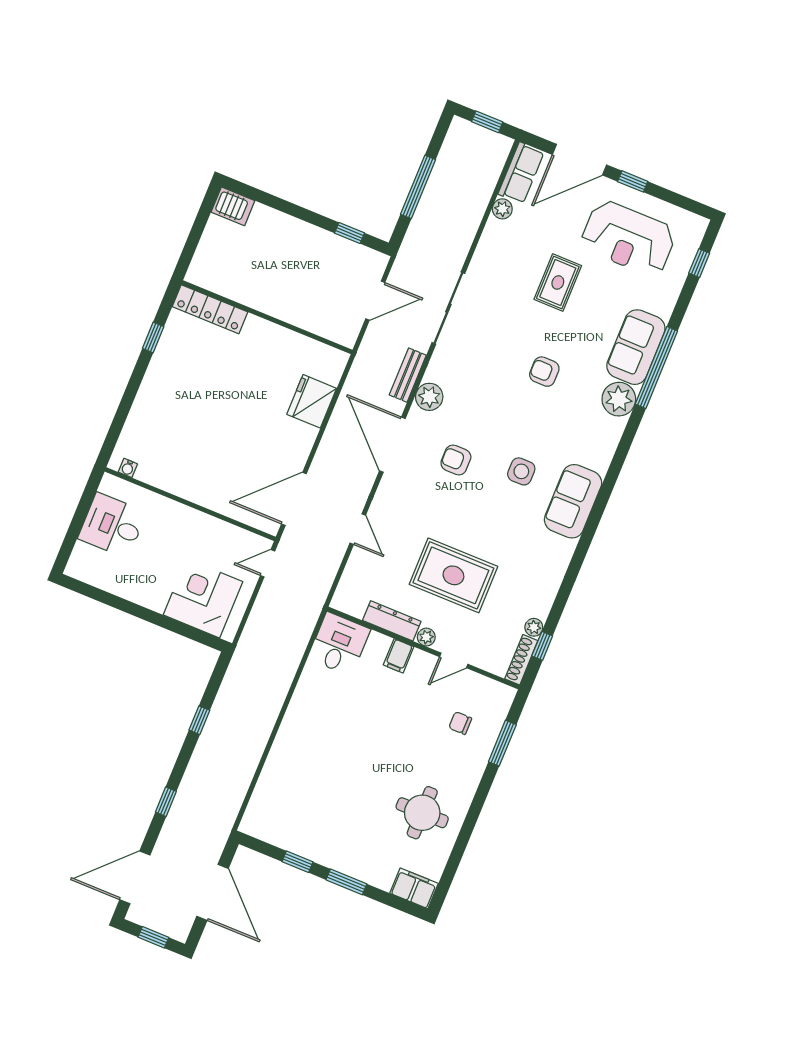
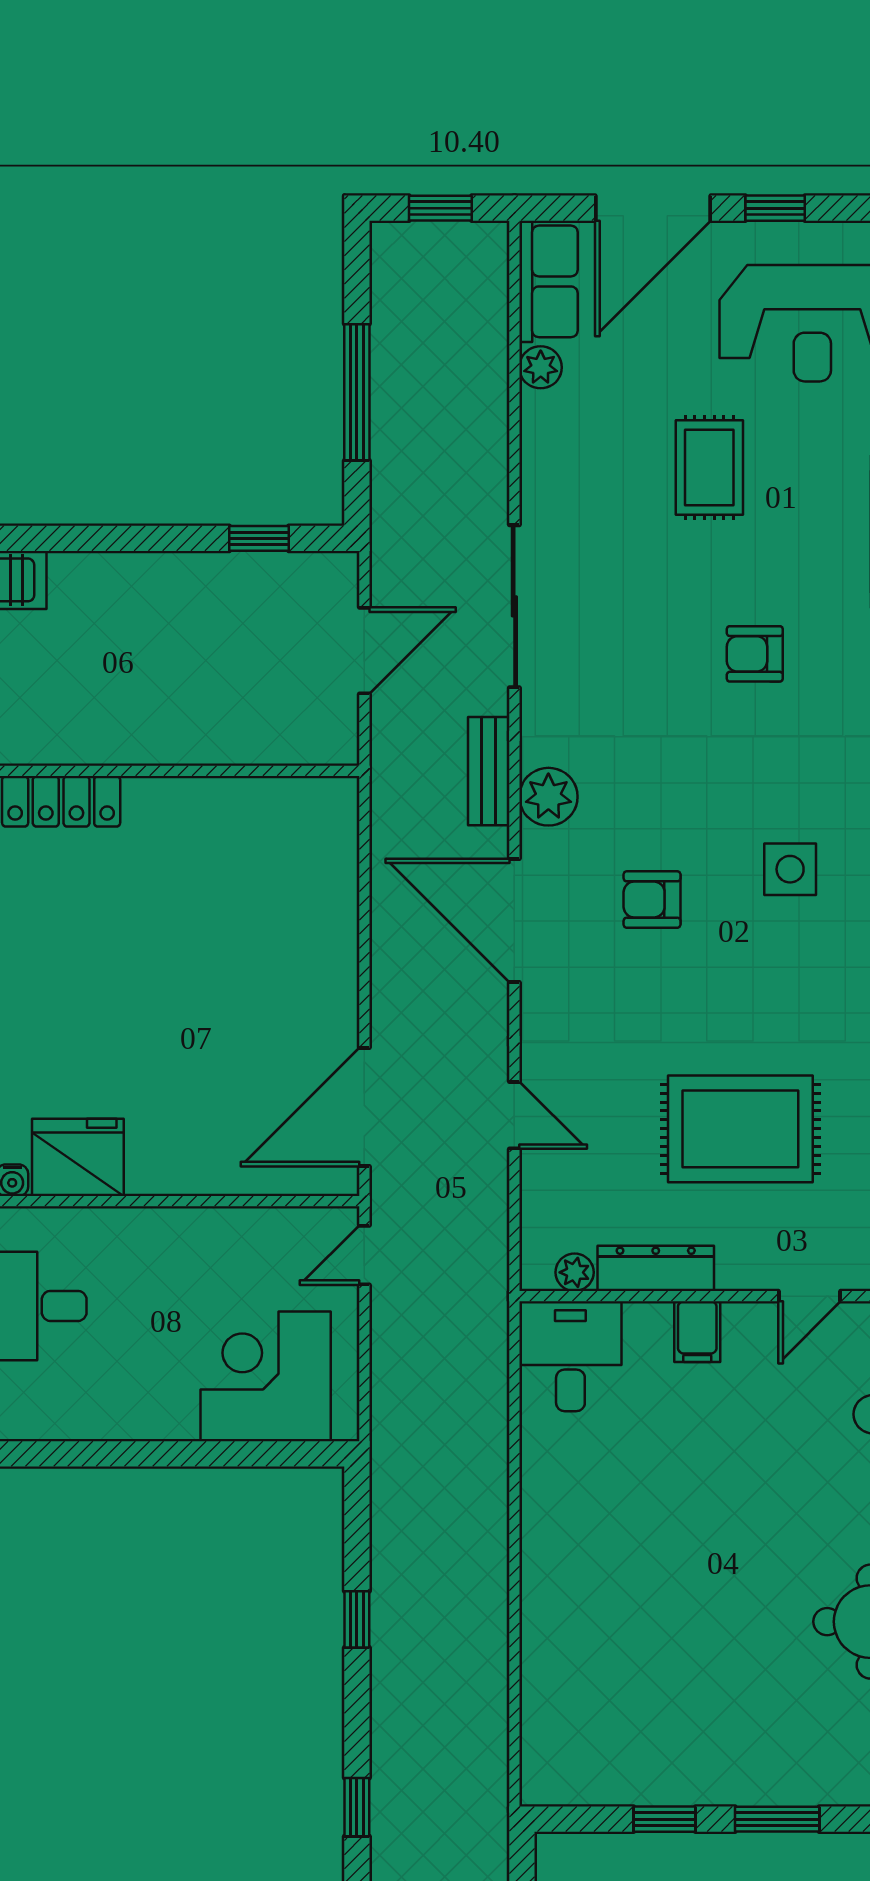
fridge: (312, 401) -> (78, 1157), moved, turned 90
plant: (426, 637) -> (575, 1272), moved

